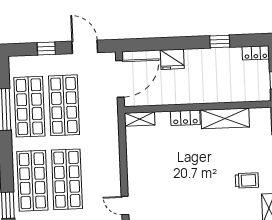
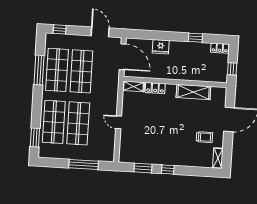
window: (46, 48) -> (60, 29), moved
door: (120, 79) -> (123, 57), hinge flipped
locker: (185, 118) -> (155, 88), moved
door: (125, 205) -> (119, 122), moved

